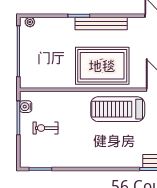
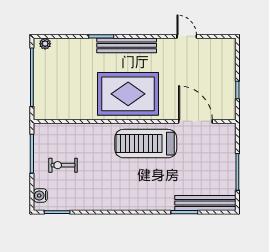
water cooler: (26, 107) -> (40, 196), moved

